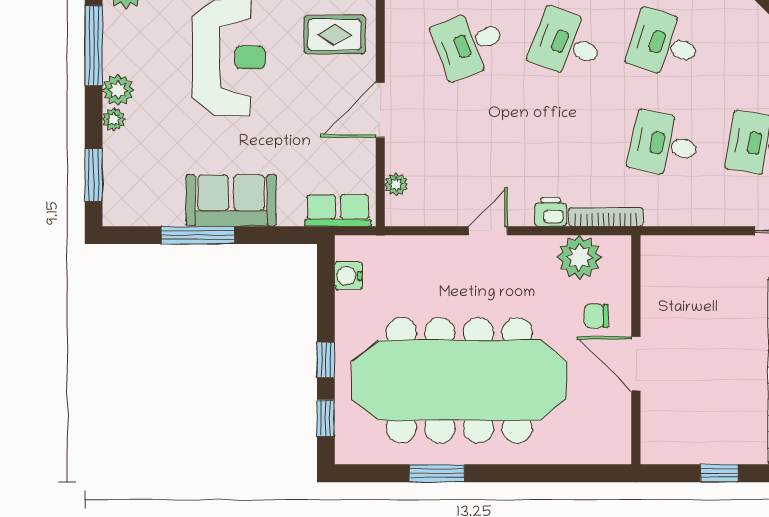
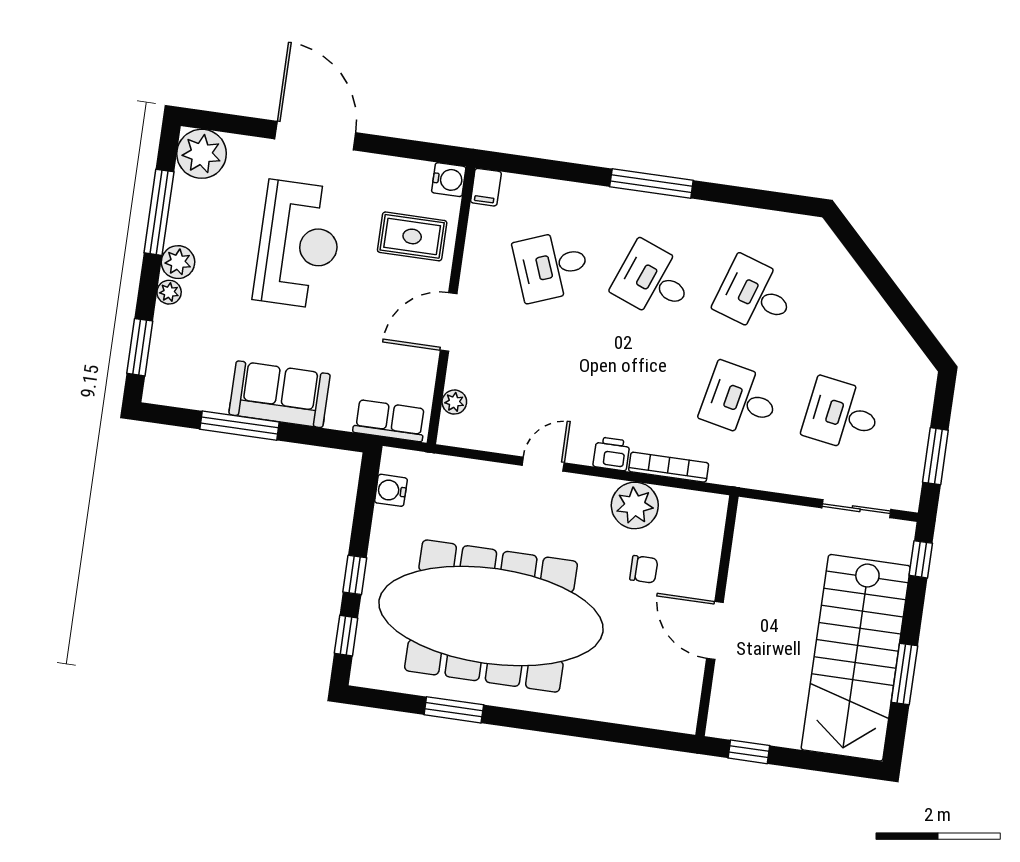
chair: (596, 316) -> (644, 569), turned 180
wall: (636, 350) -> (717, 616), moved
door: (636, 364) -> (715, 630), moved

